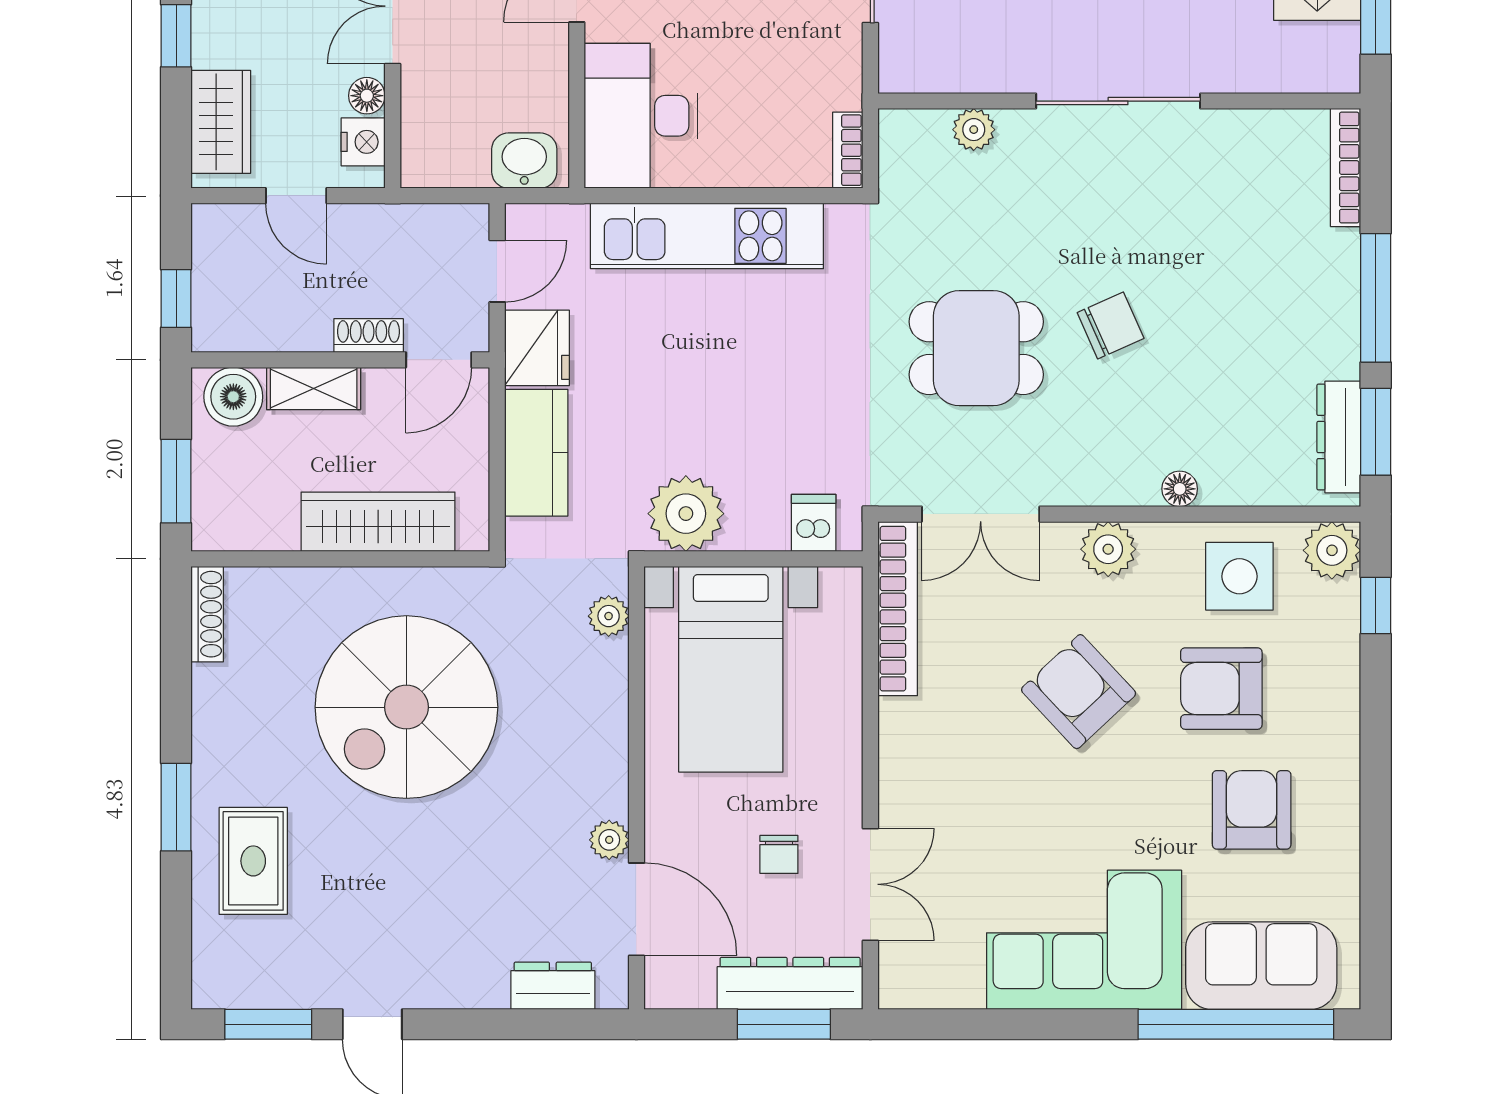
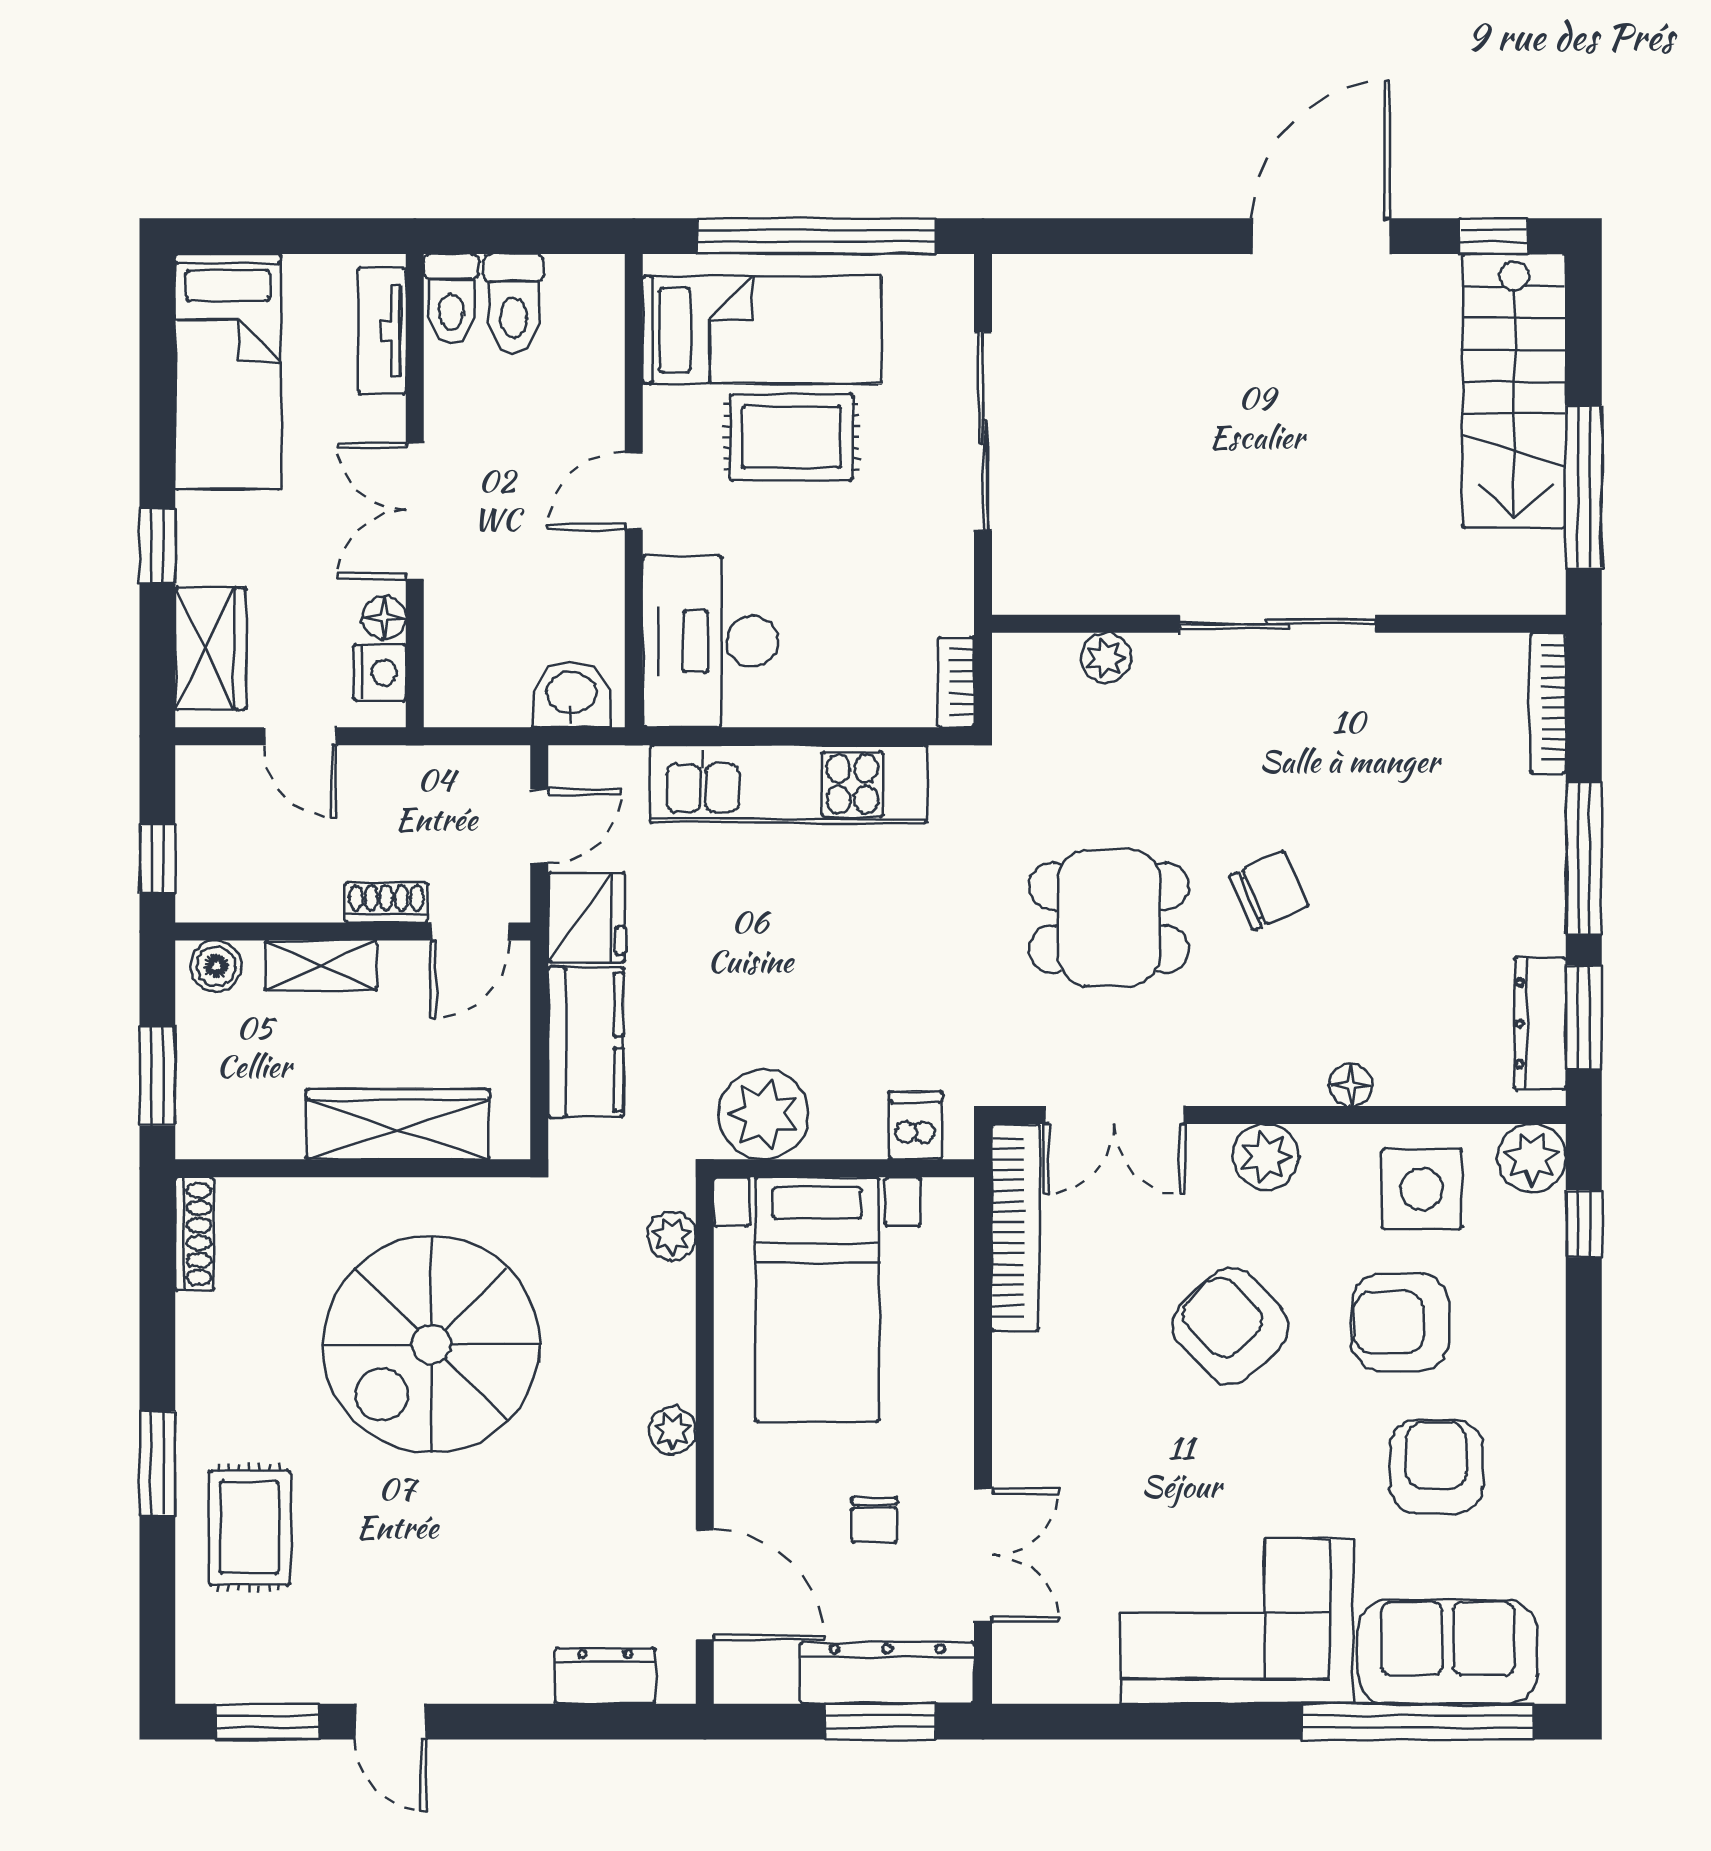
boiler: (233, 397) -> (216, 966), width x0.73, depth x0.73
plant: (609, 840) -> (672, 1431), moved

